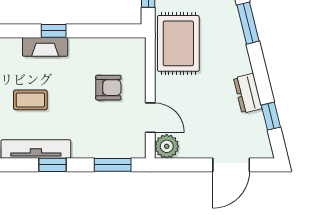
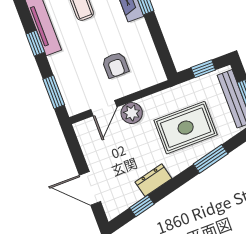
rug: (178, 43) -> (186, 128), moved
plant: (167, 146) -> (132, 113), moved

